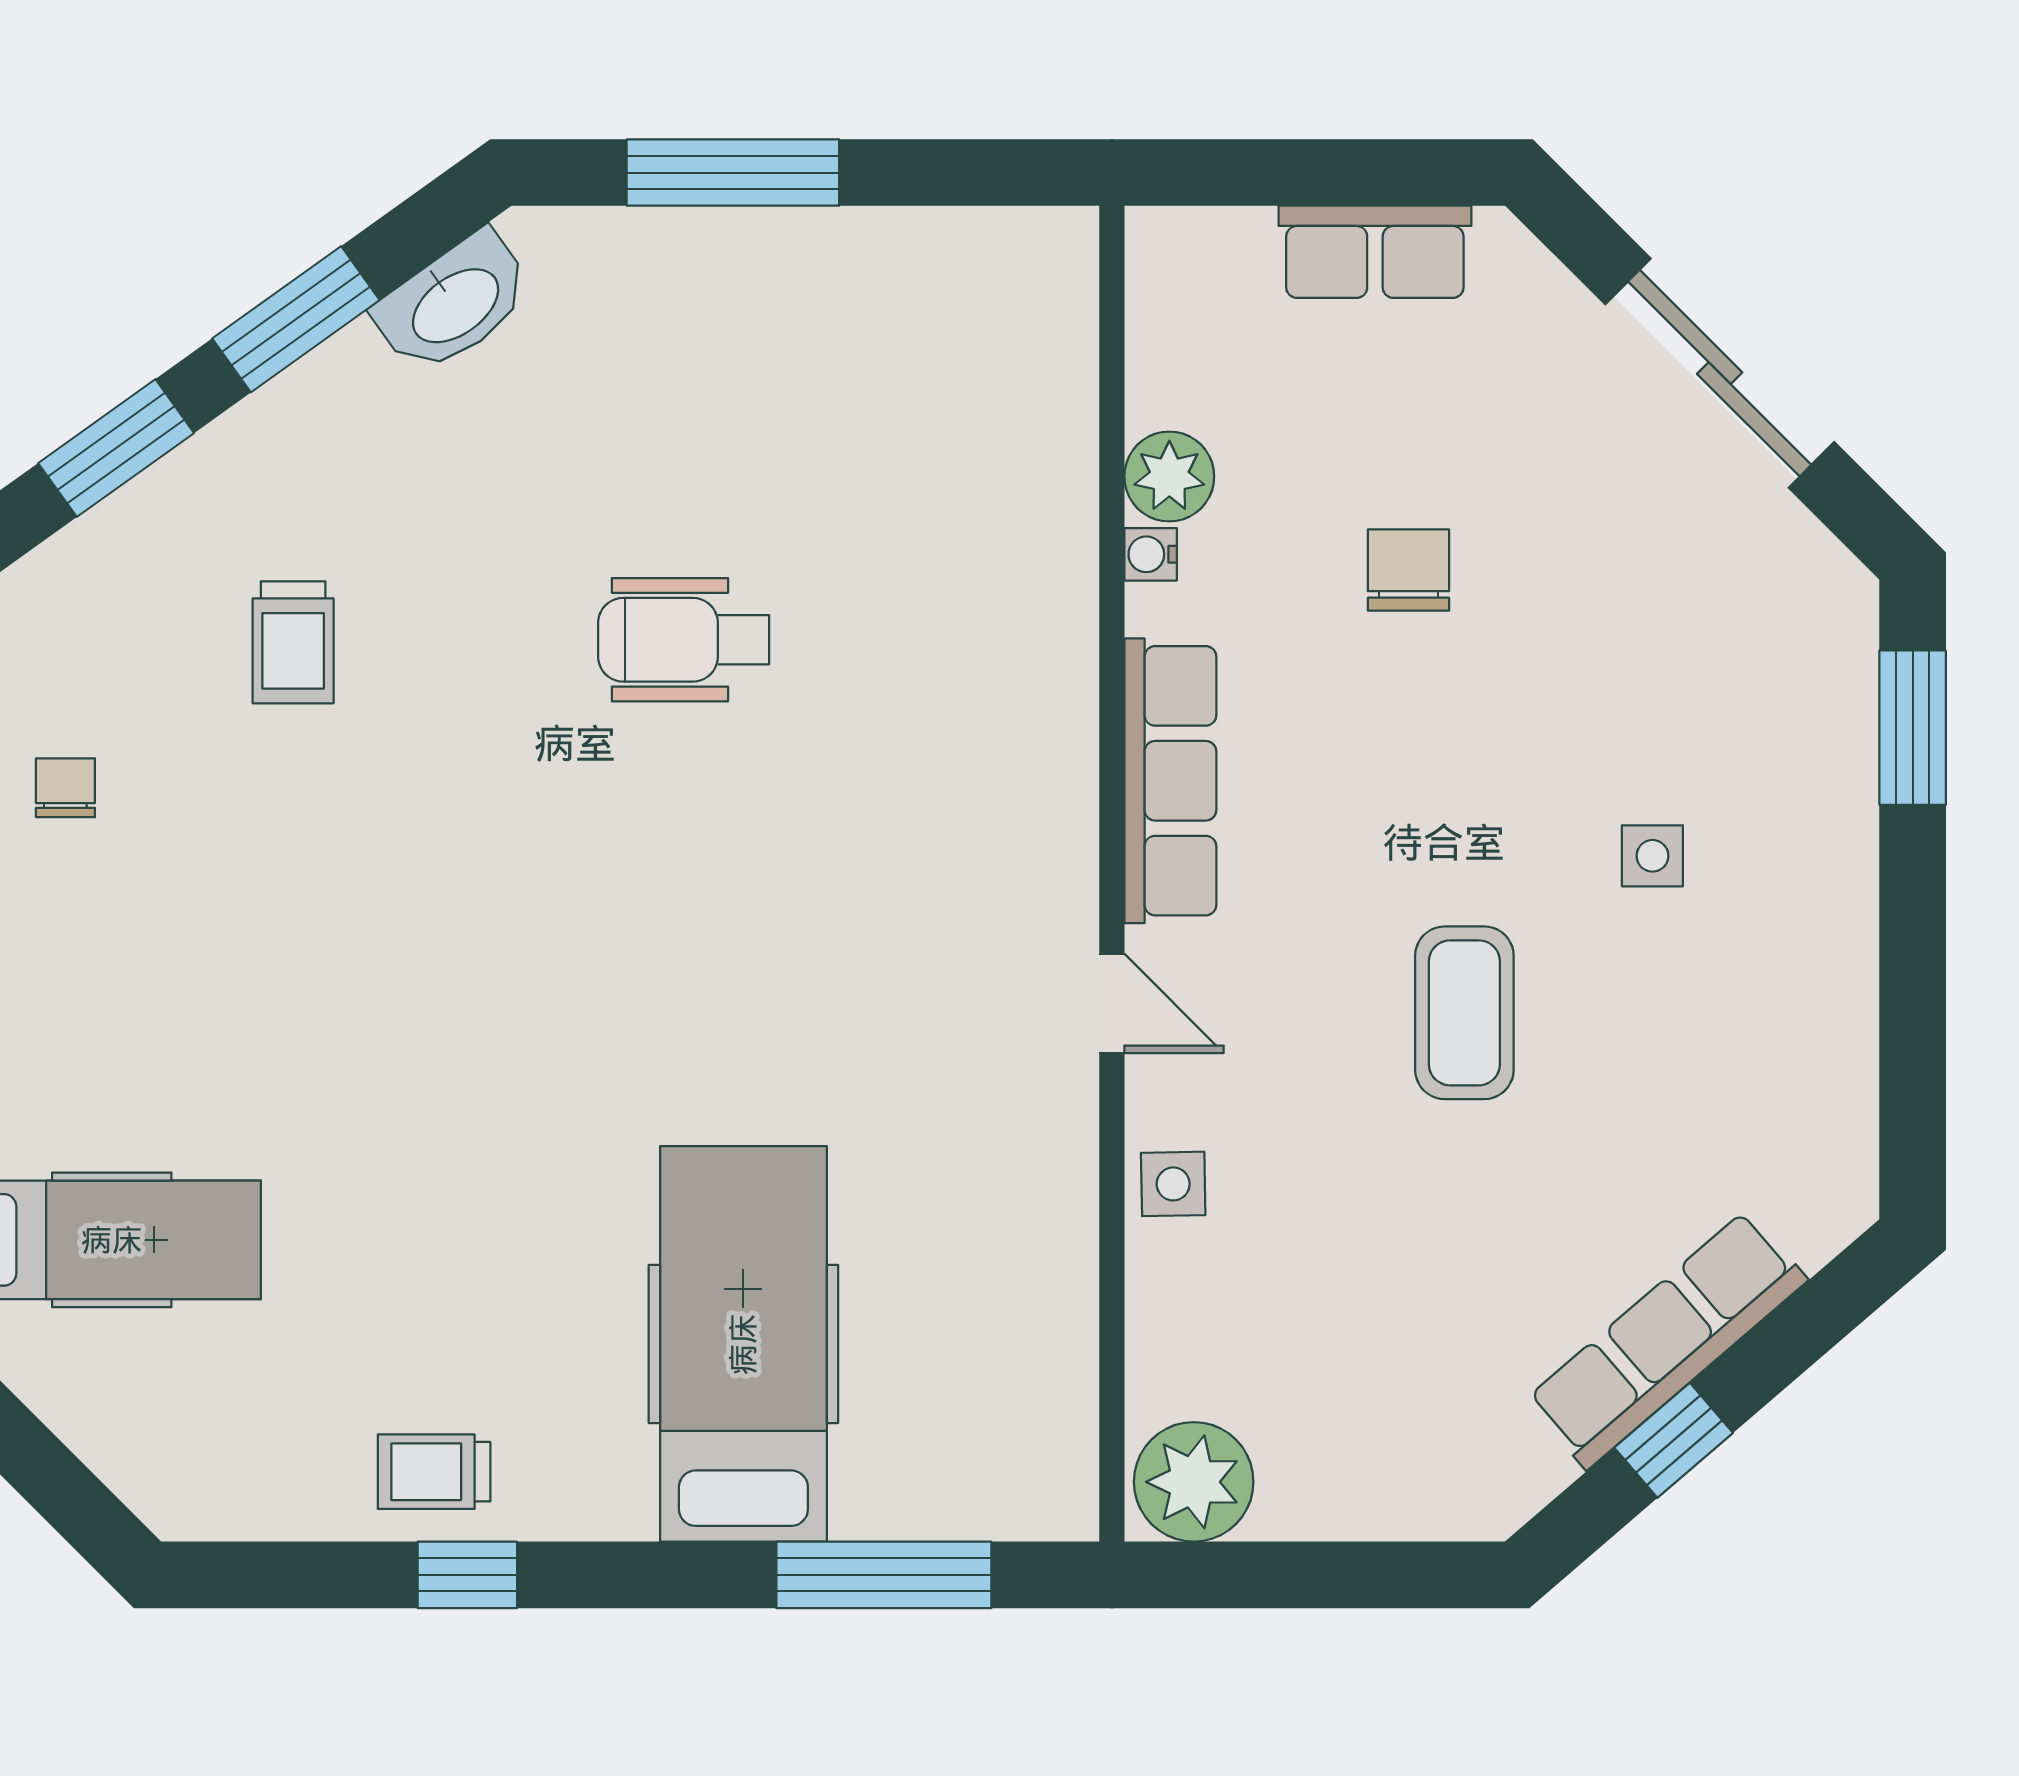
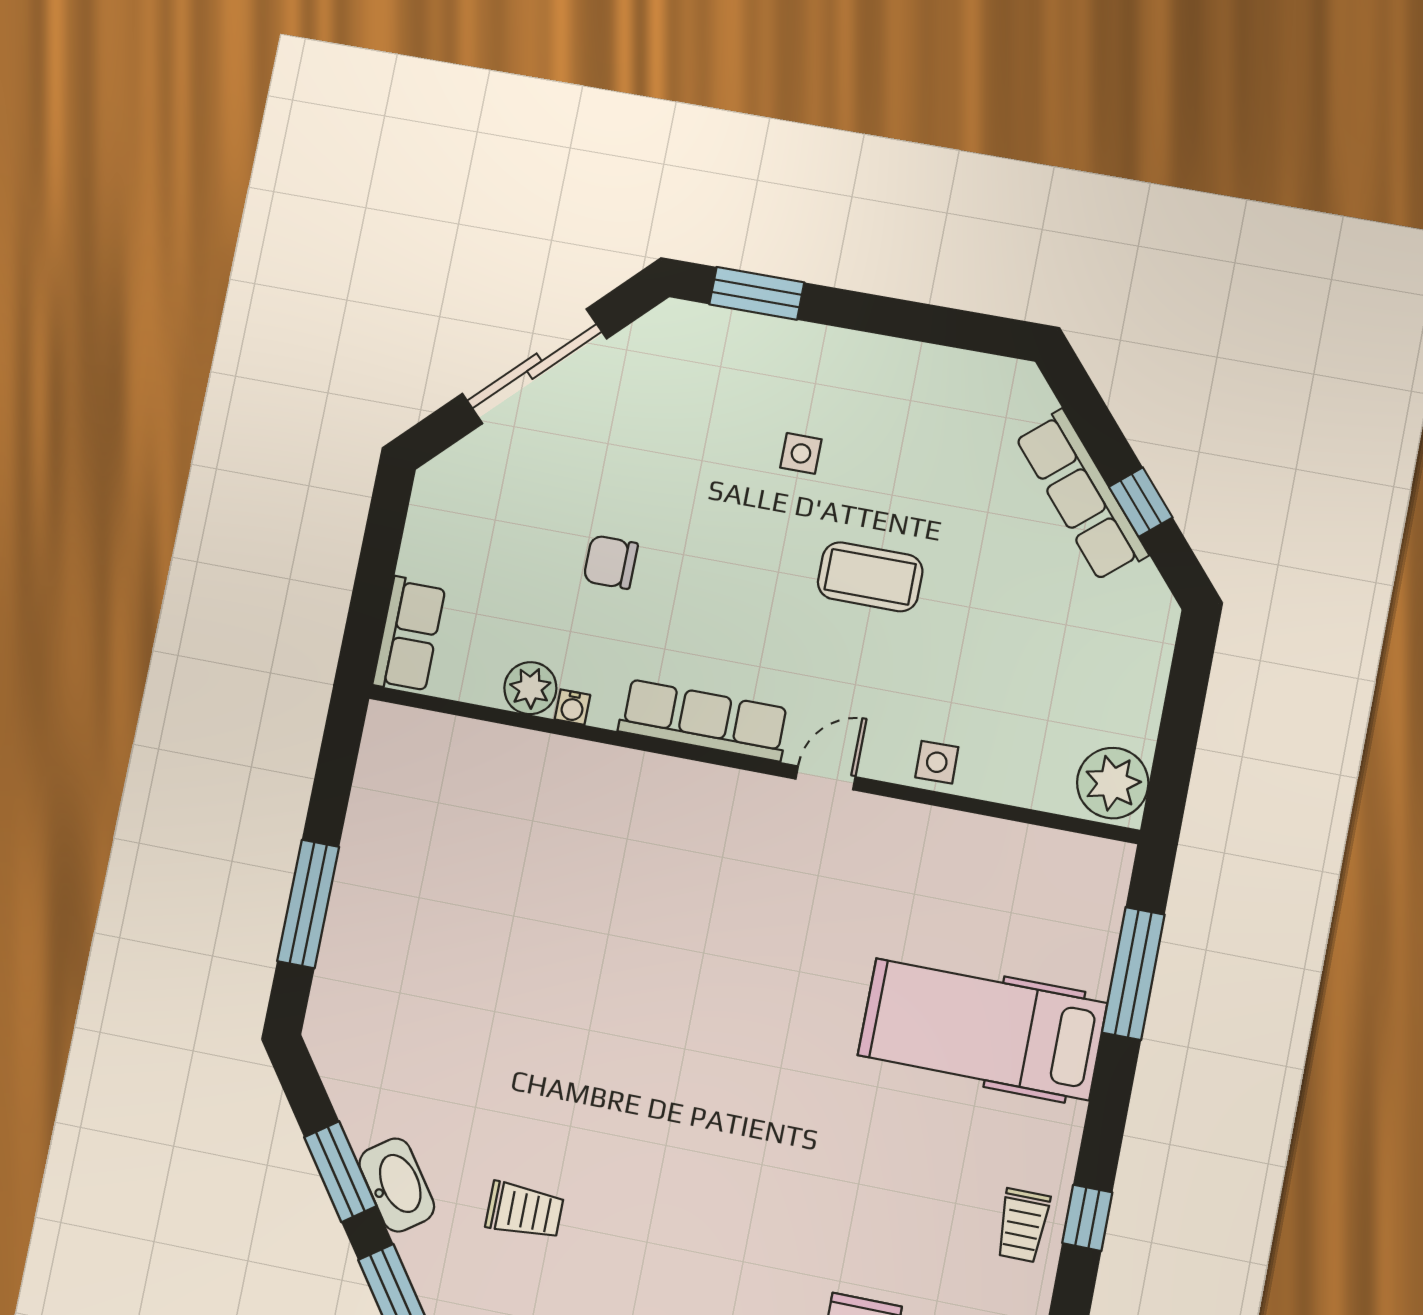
row of seats: (1375, 252) -> (409, 635), moved
washbasin: (454, 304) -> (397, 1185), moved
wheelchair: (684, 640) -> (568, 984), removed

